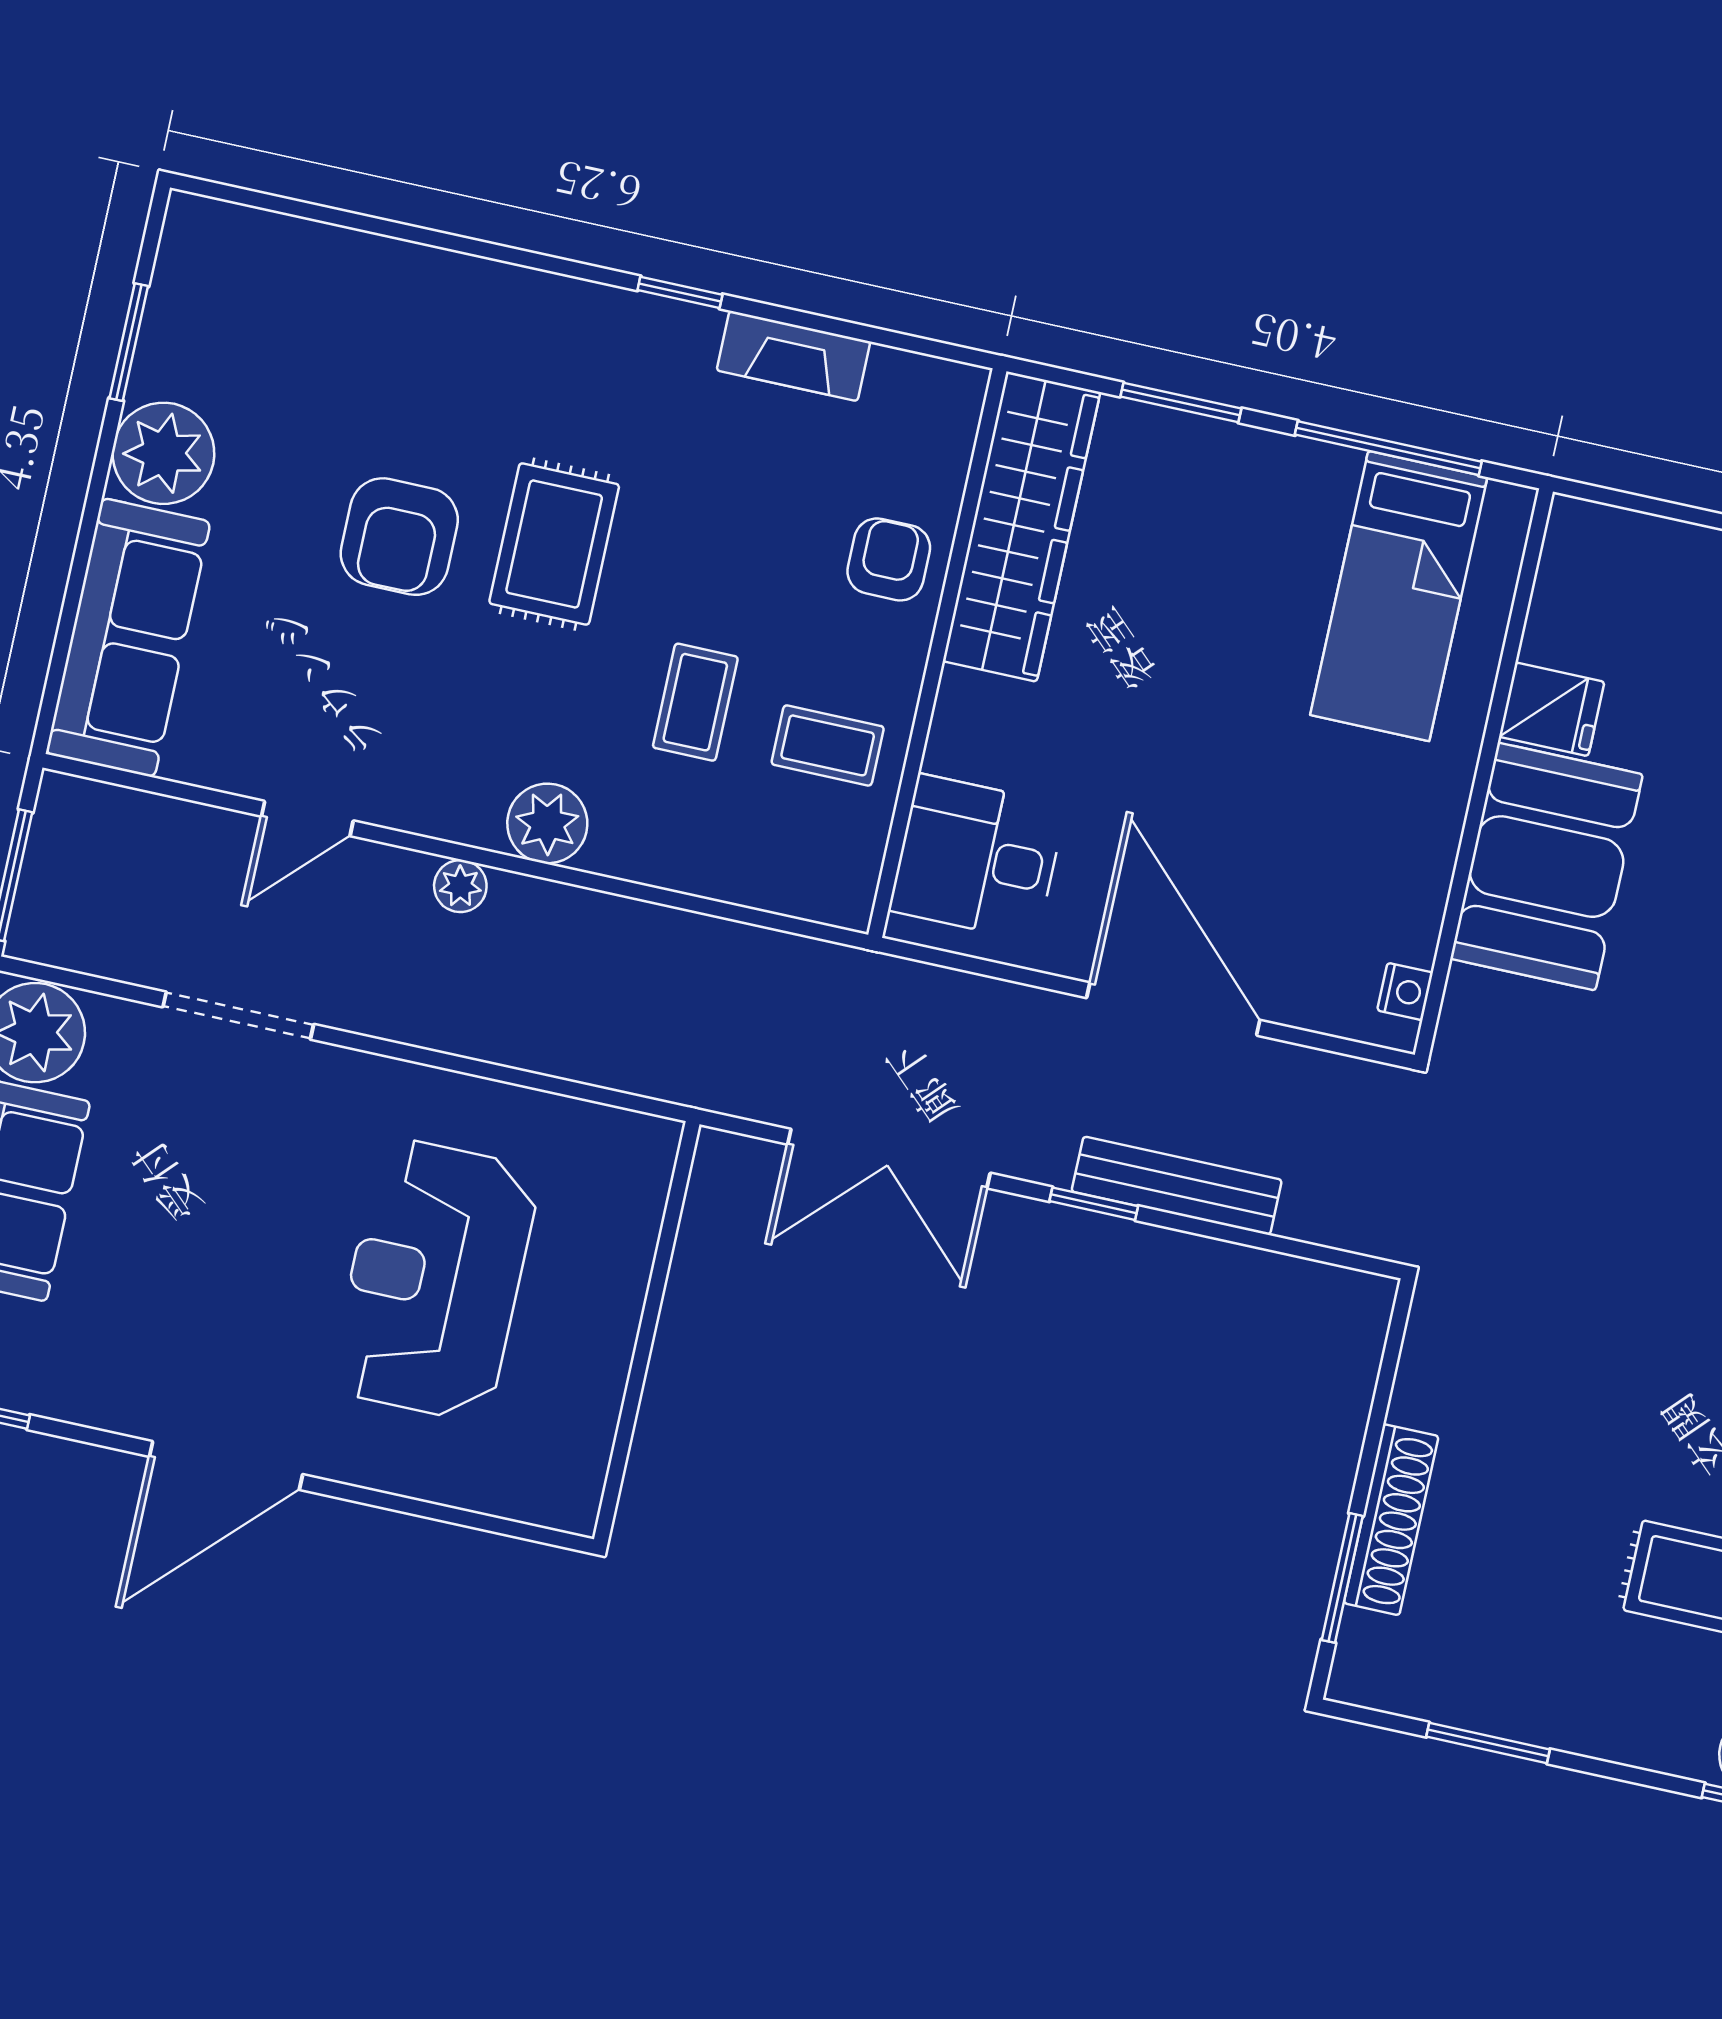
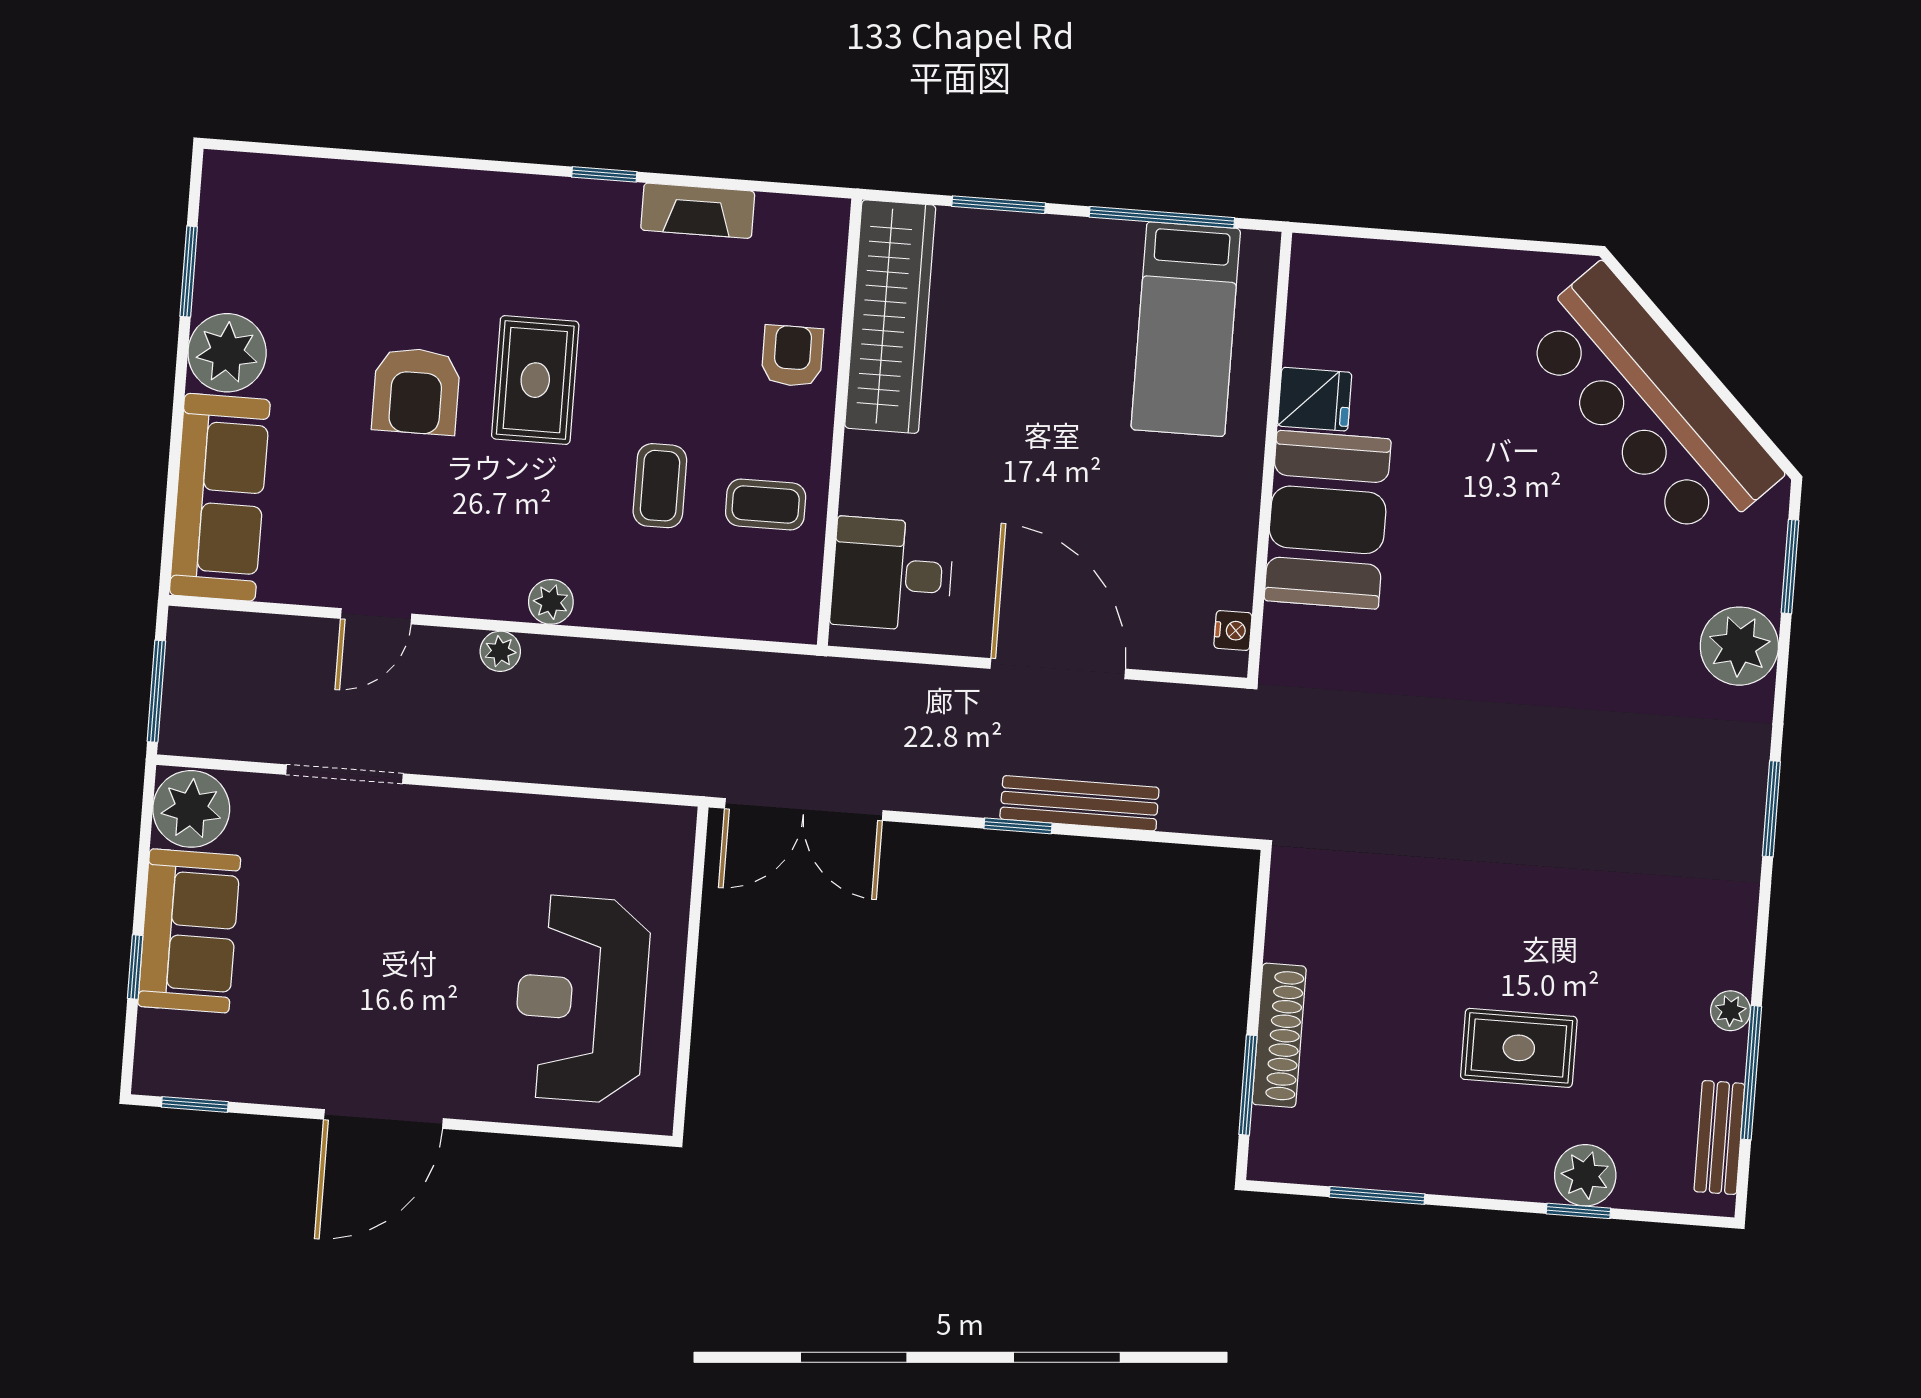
plant: (547, 823) -> (551, 602), width x0.73, depth x0.73
double door: (889, 1159) -> (804, 809), moved
reception desk: (435, 1280) -> (581, 999), moved

